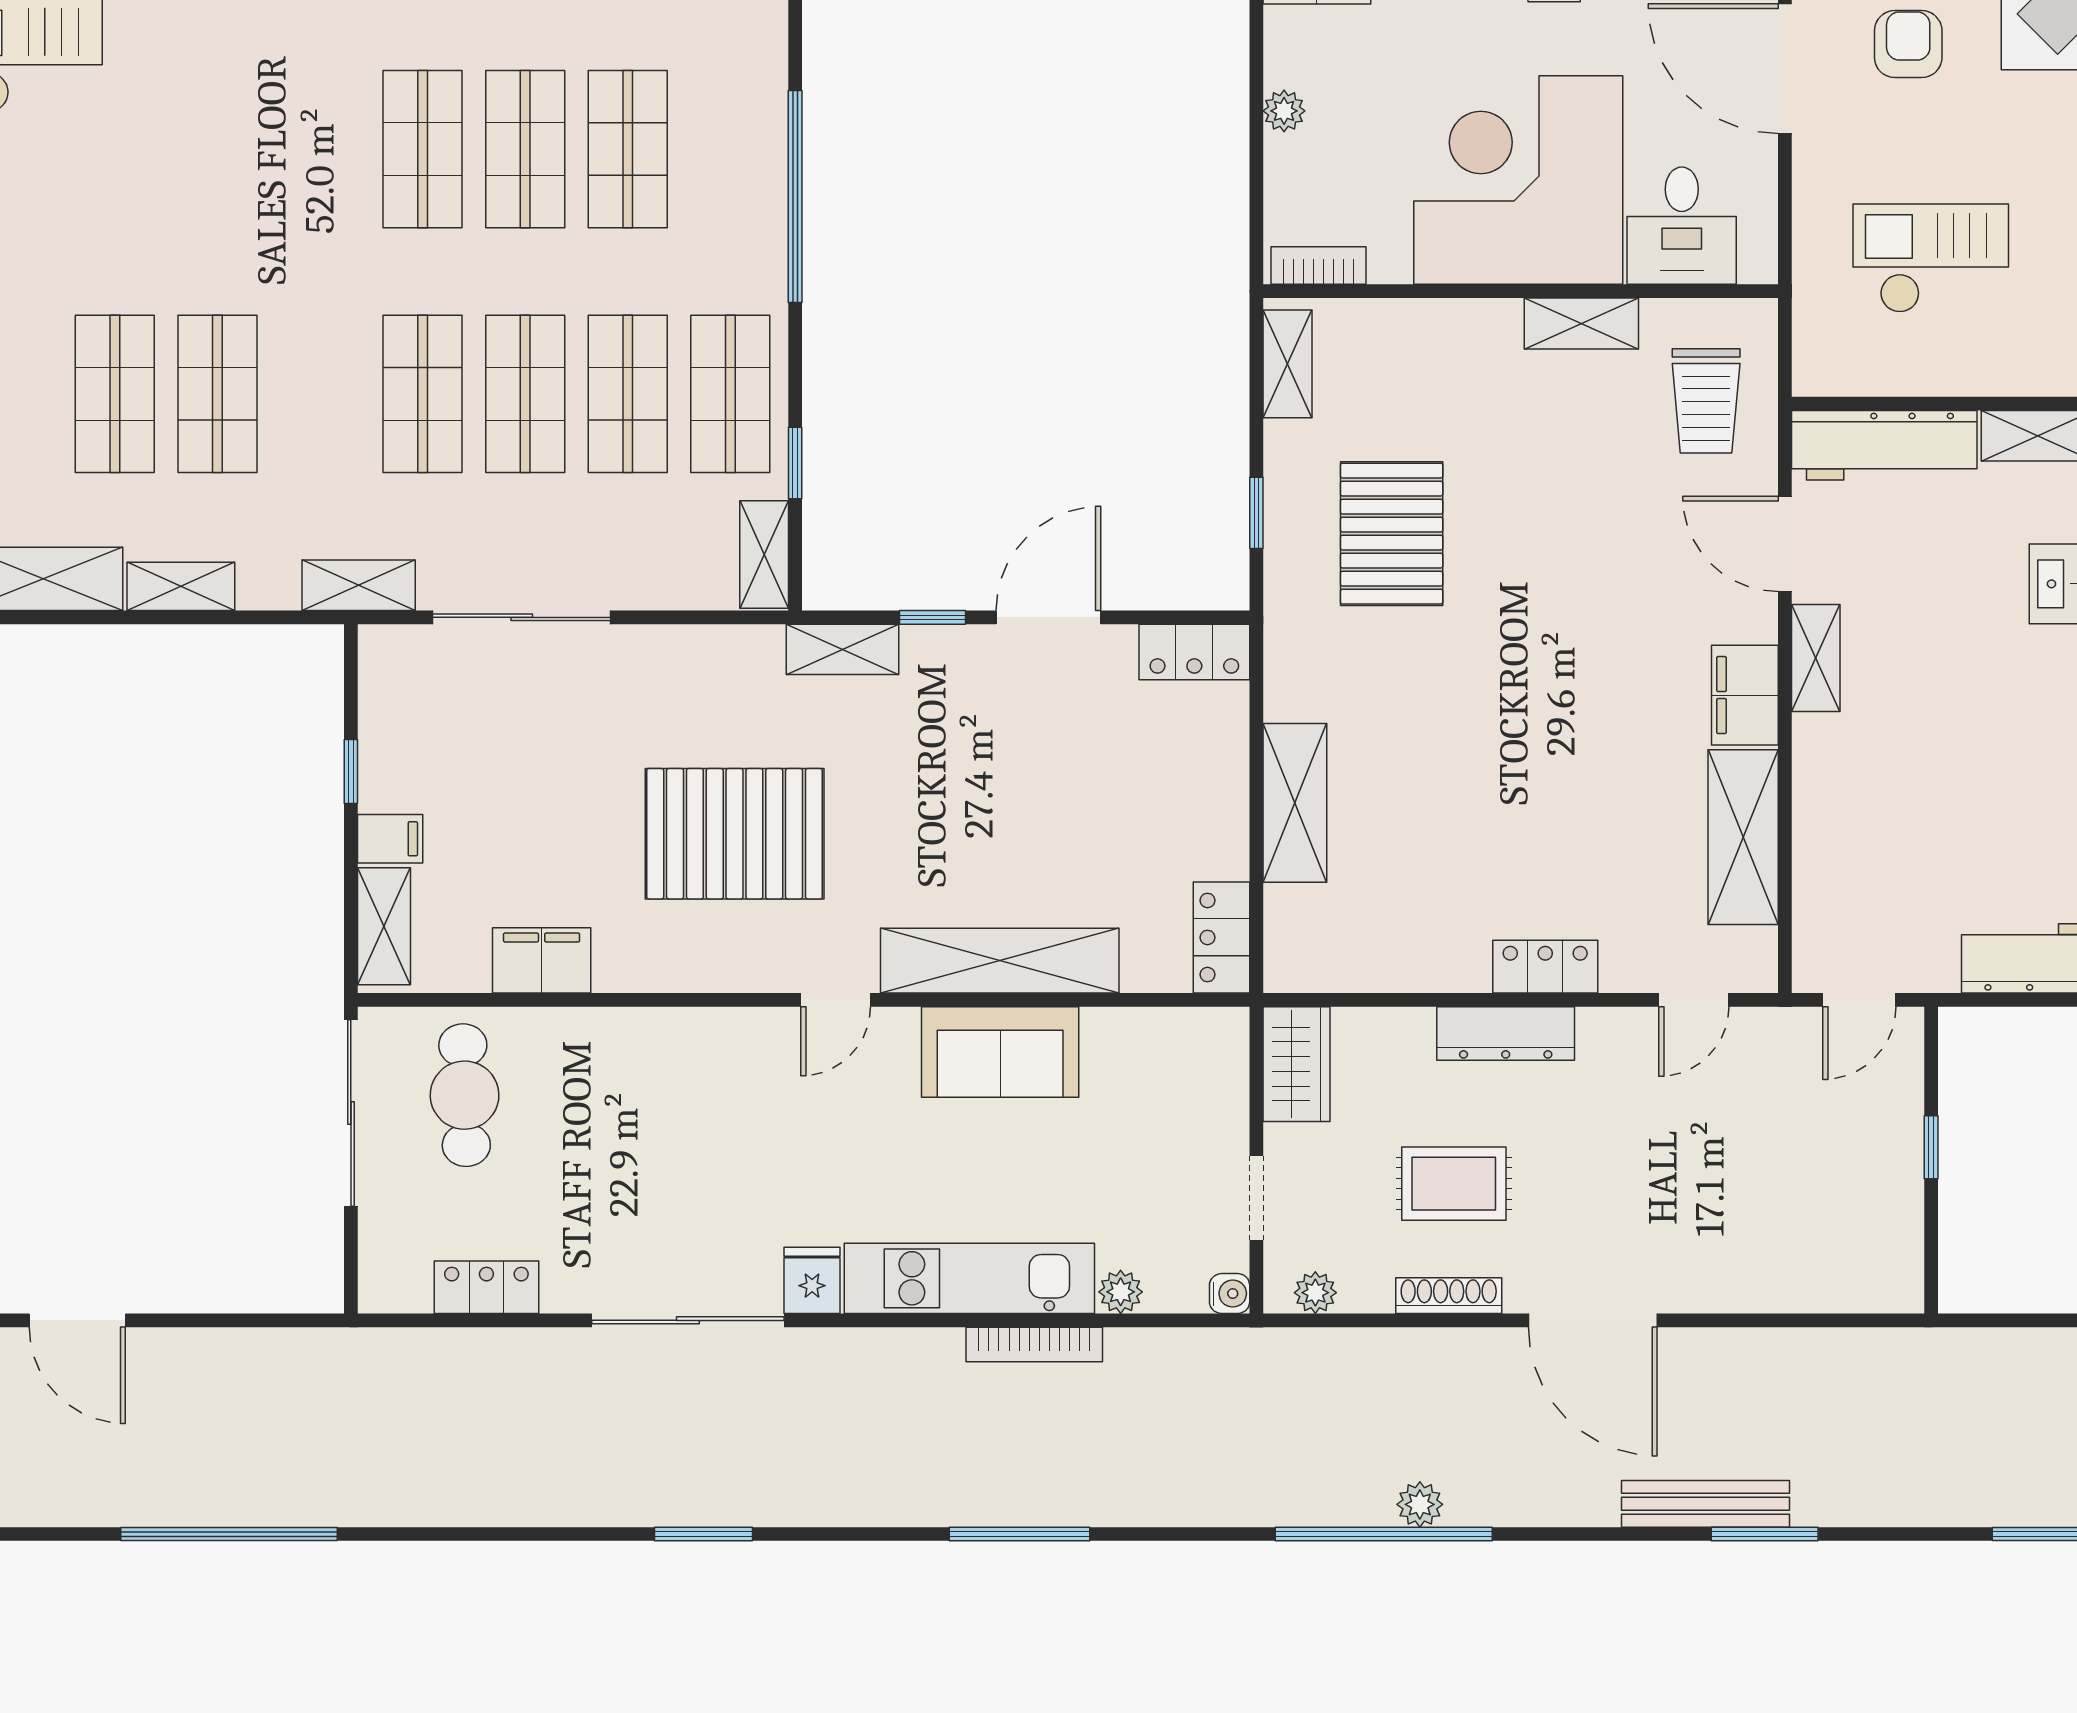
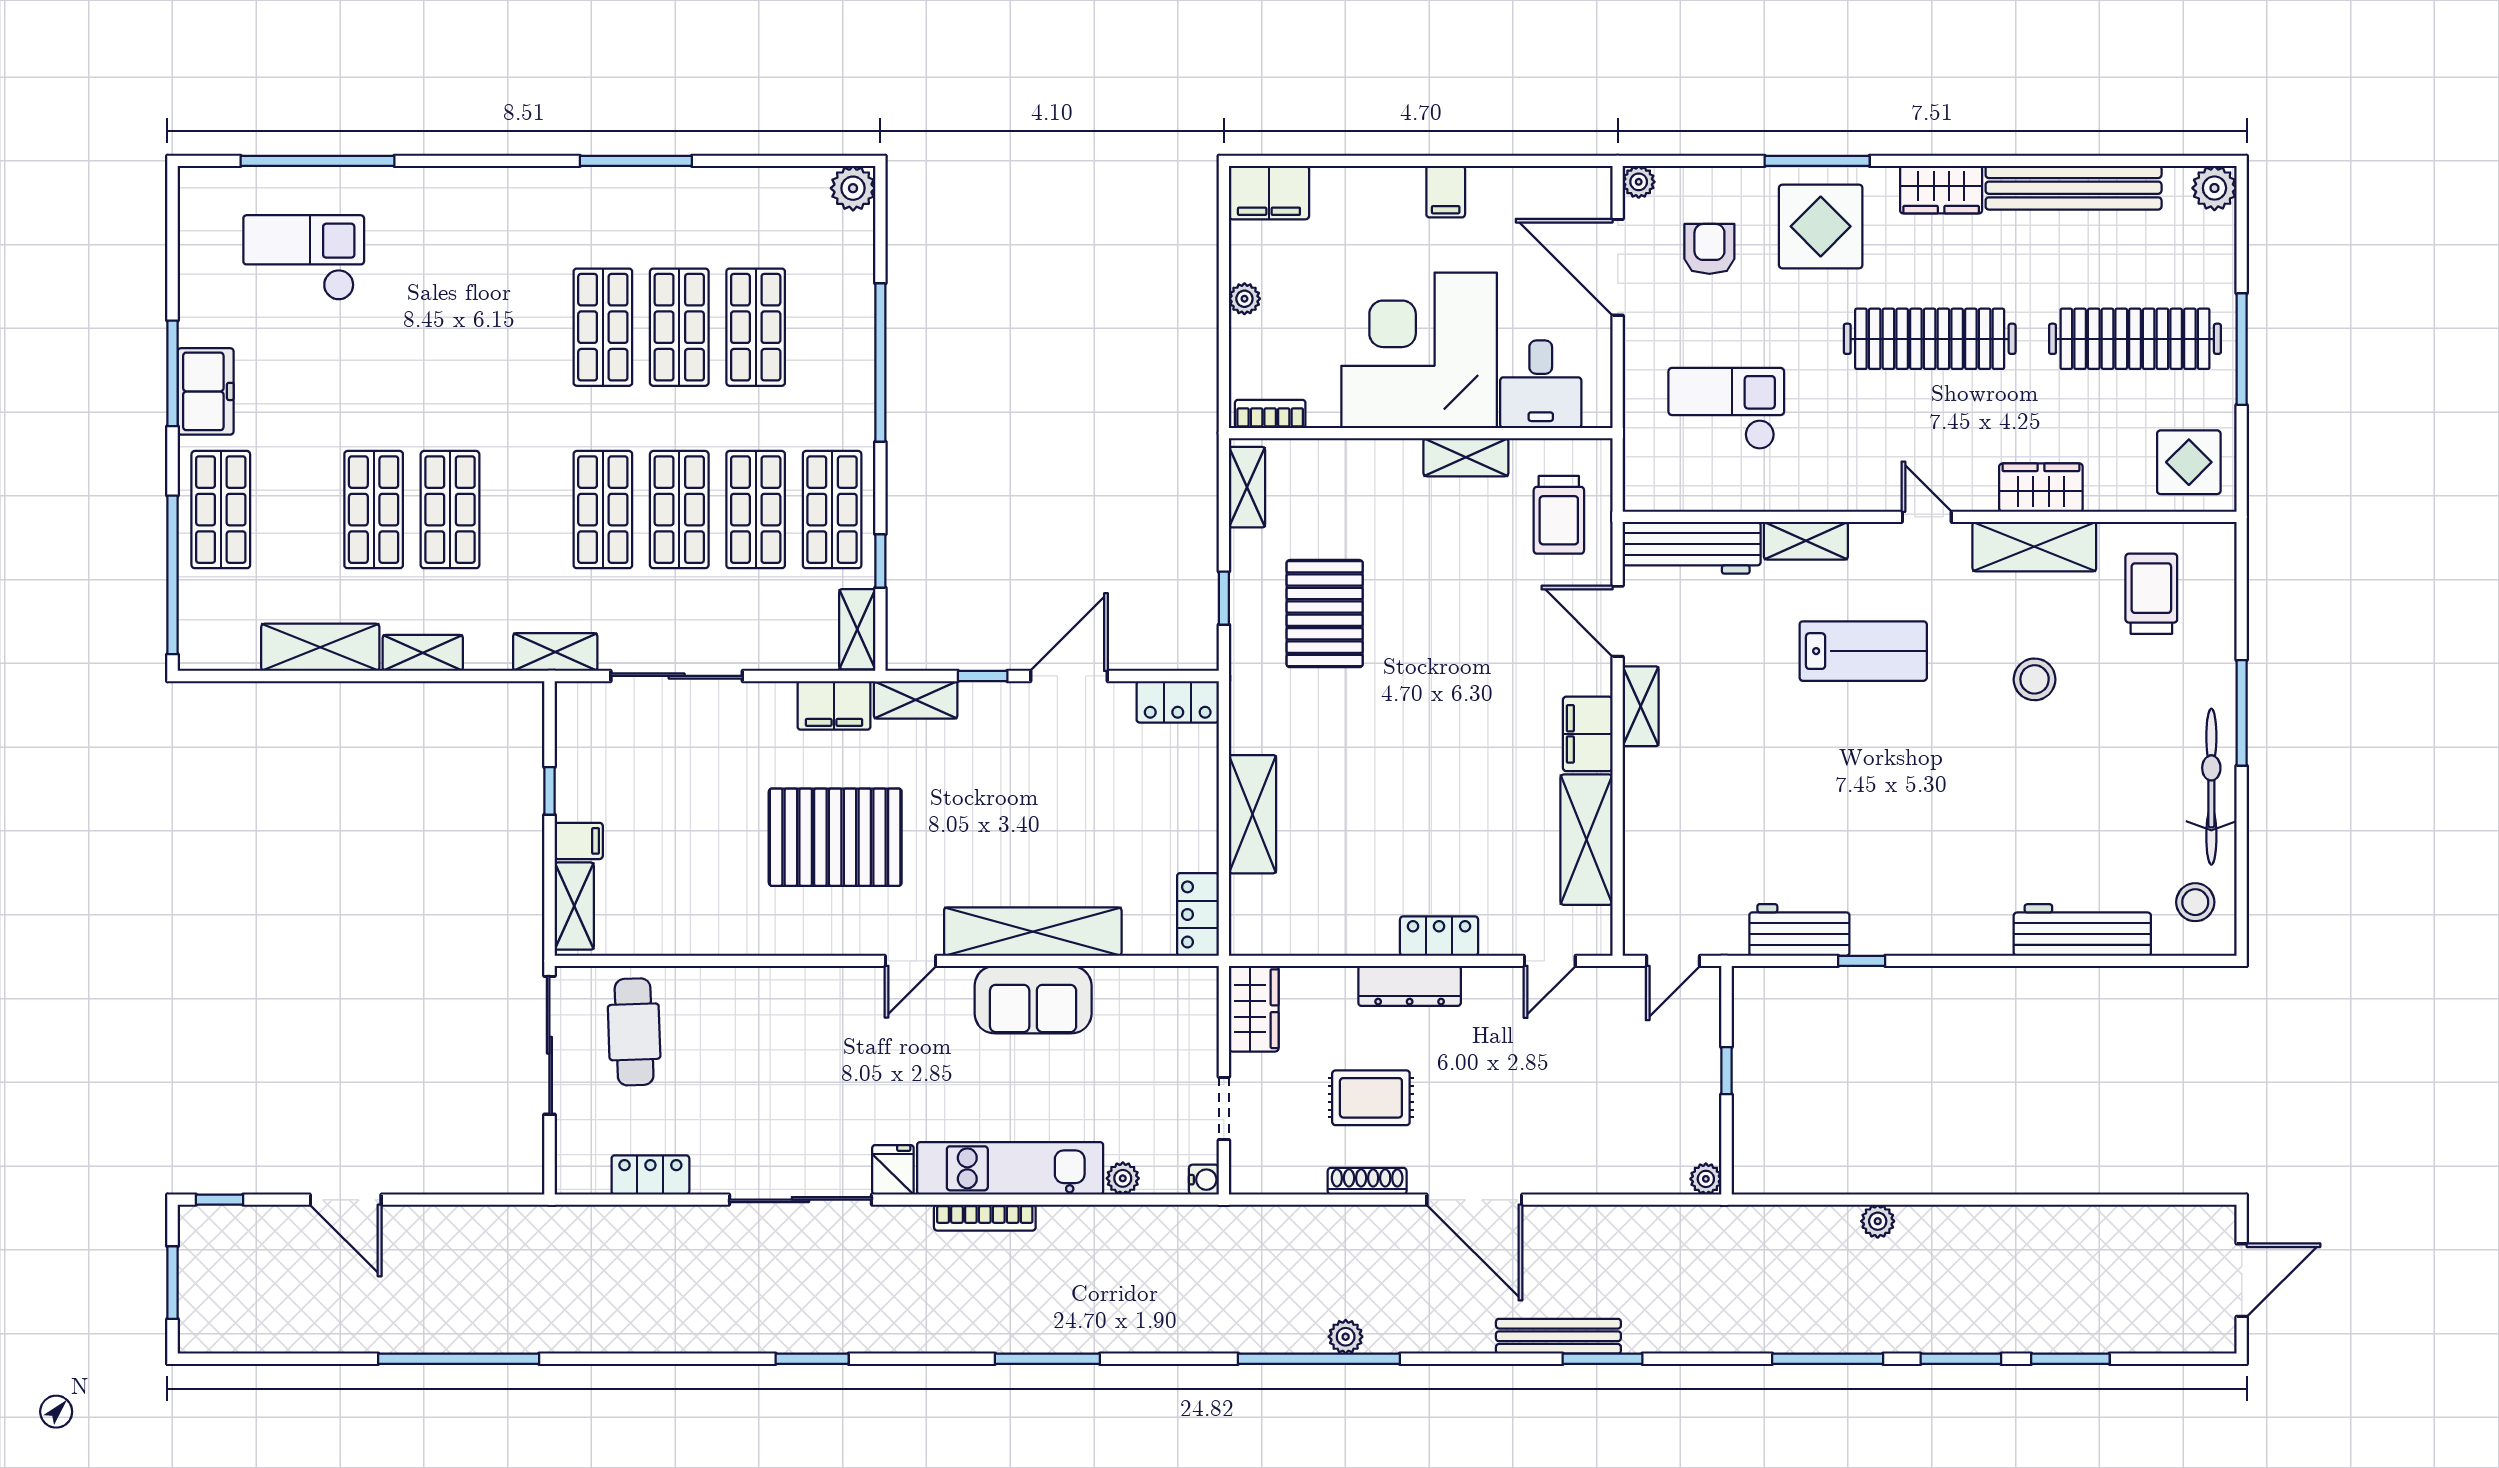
filing cabinet: (542, 960) -> (834, 705), moved, turned 180
plant: (1315, 1293) -> (1706, 1179), moved
bookcase: (1034, 1345) -> (985, 1218), moved

